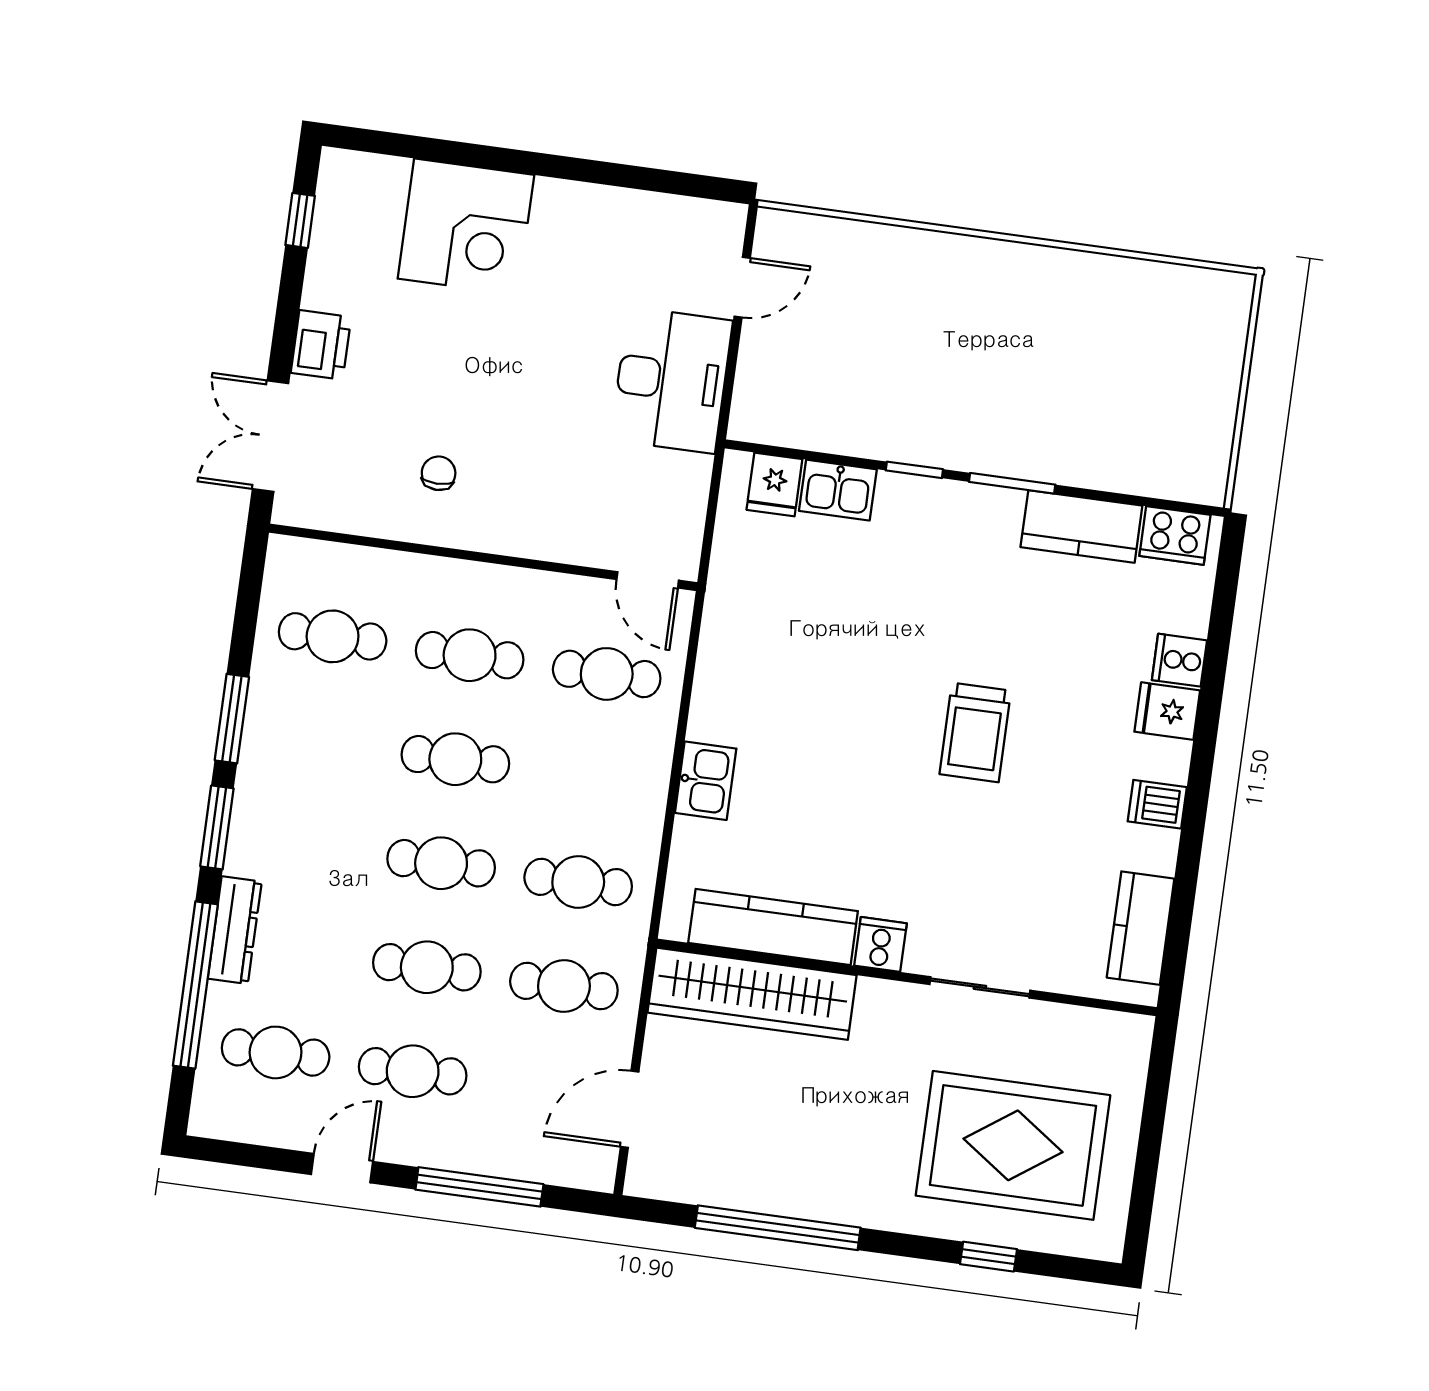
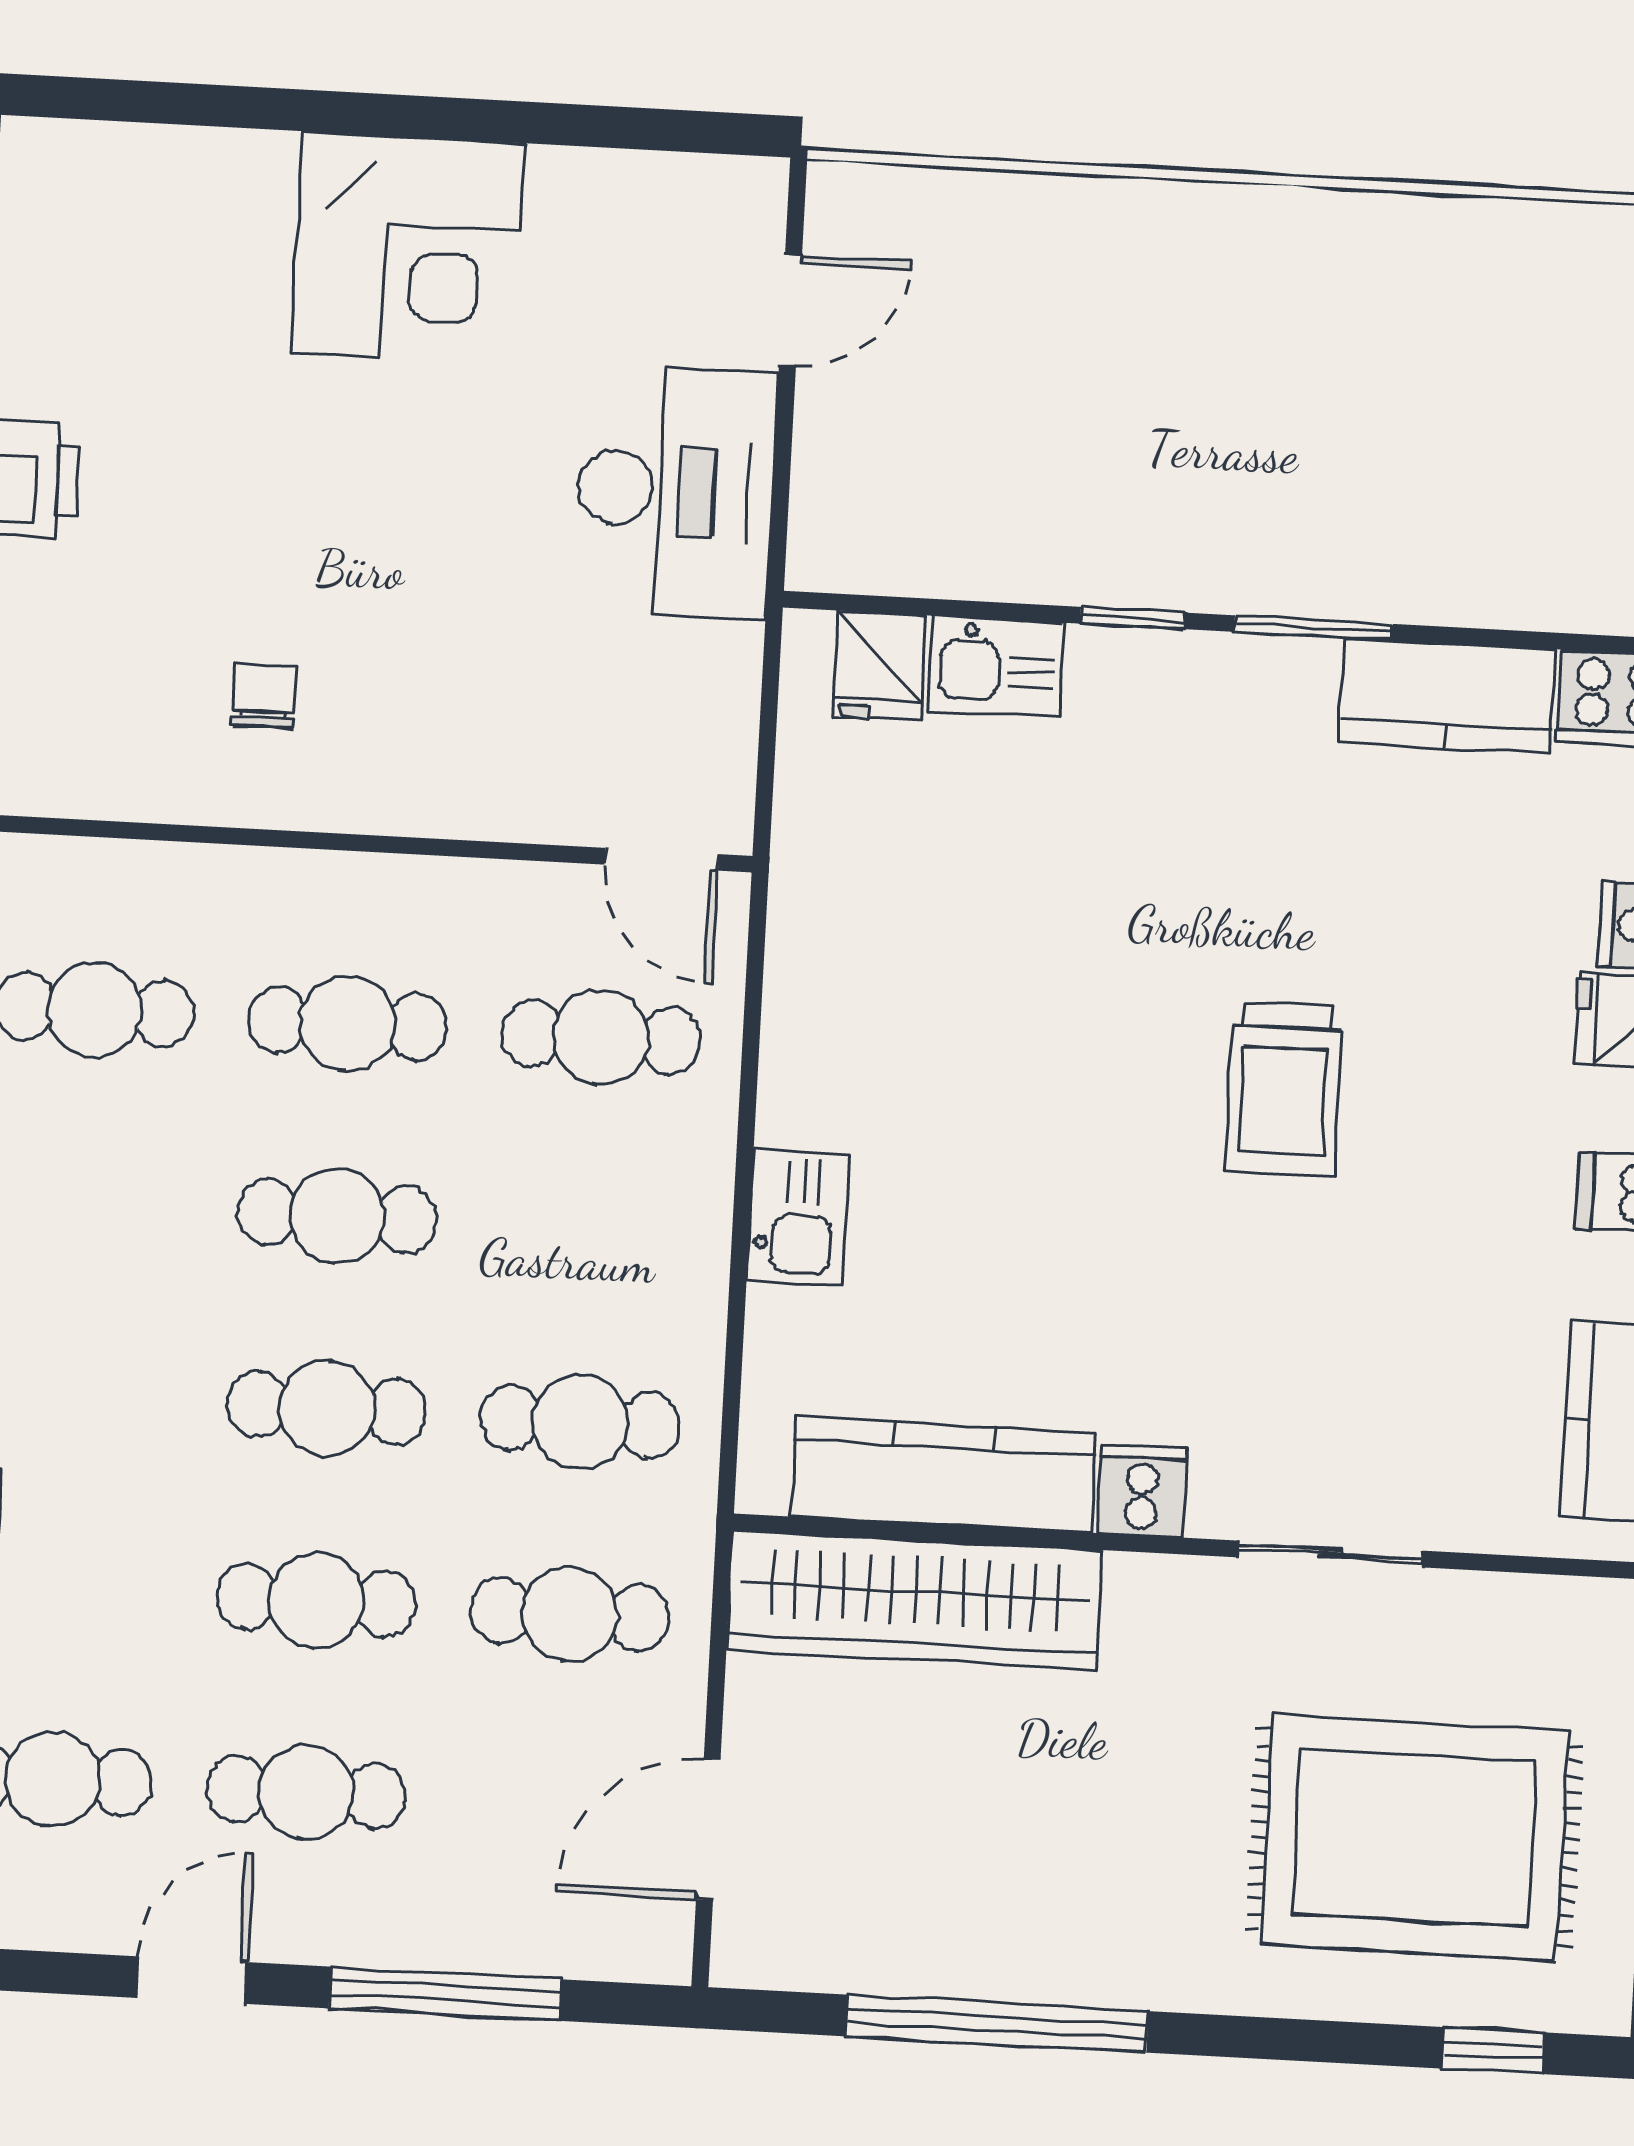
corner desk: (466, 227) -> (408, 248), moved
window: (988, 1257) -> (1493, 2051), moved

